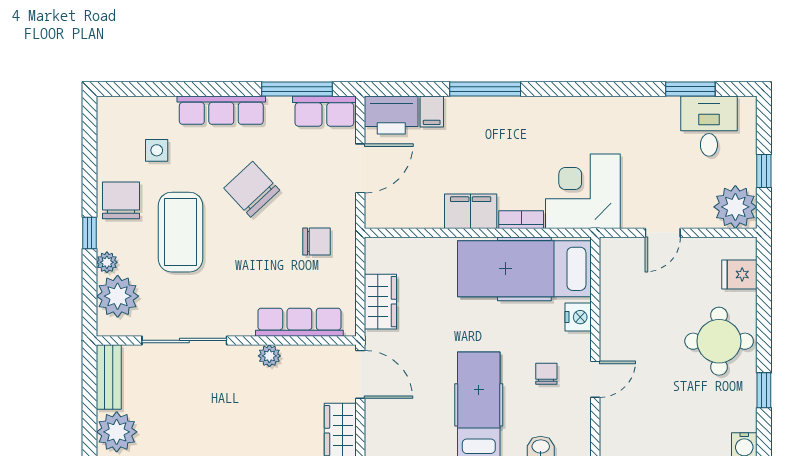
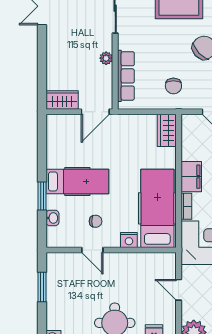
wardrobe: (380, 302) -> (167, 130), moved, turned 90

